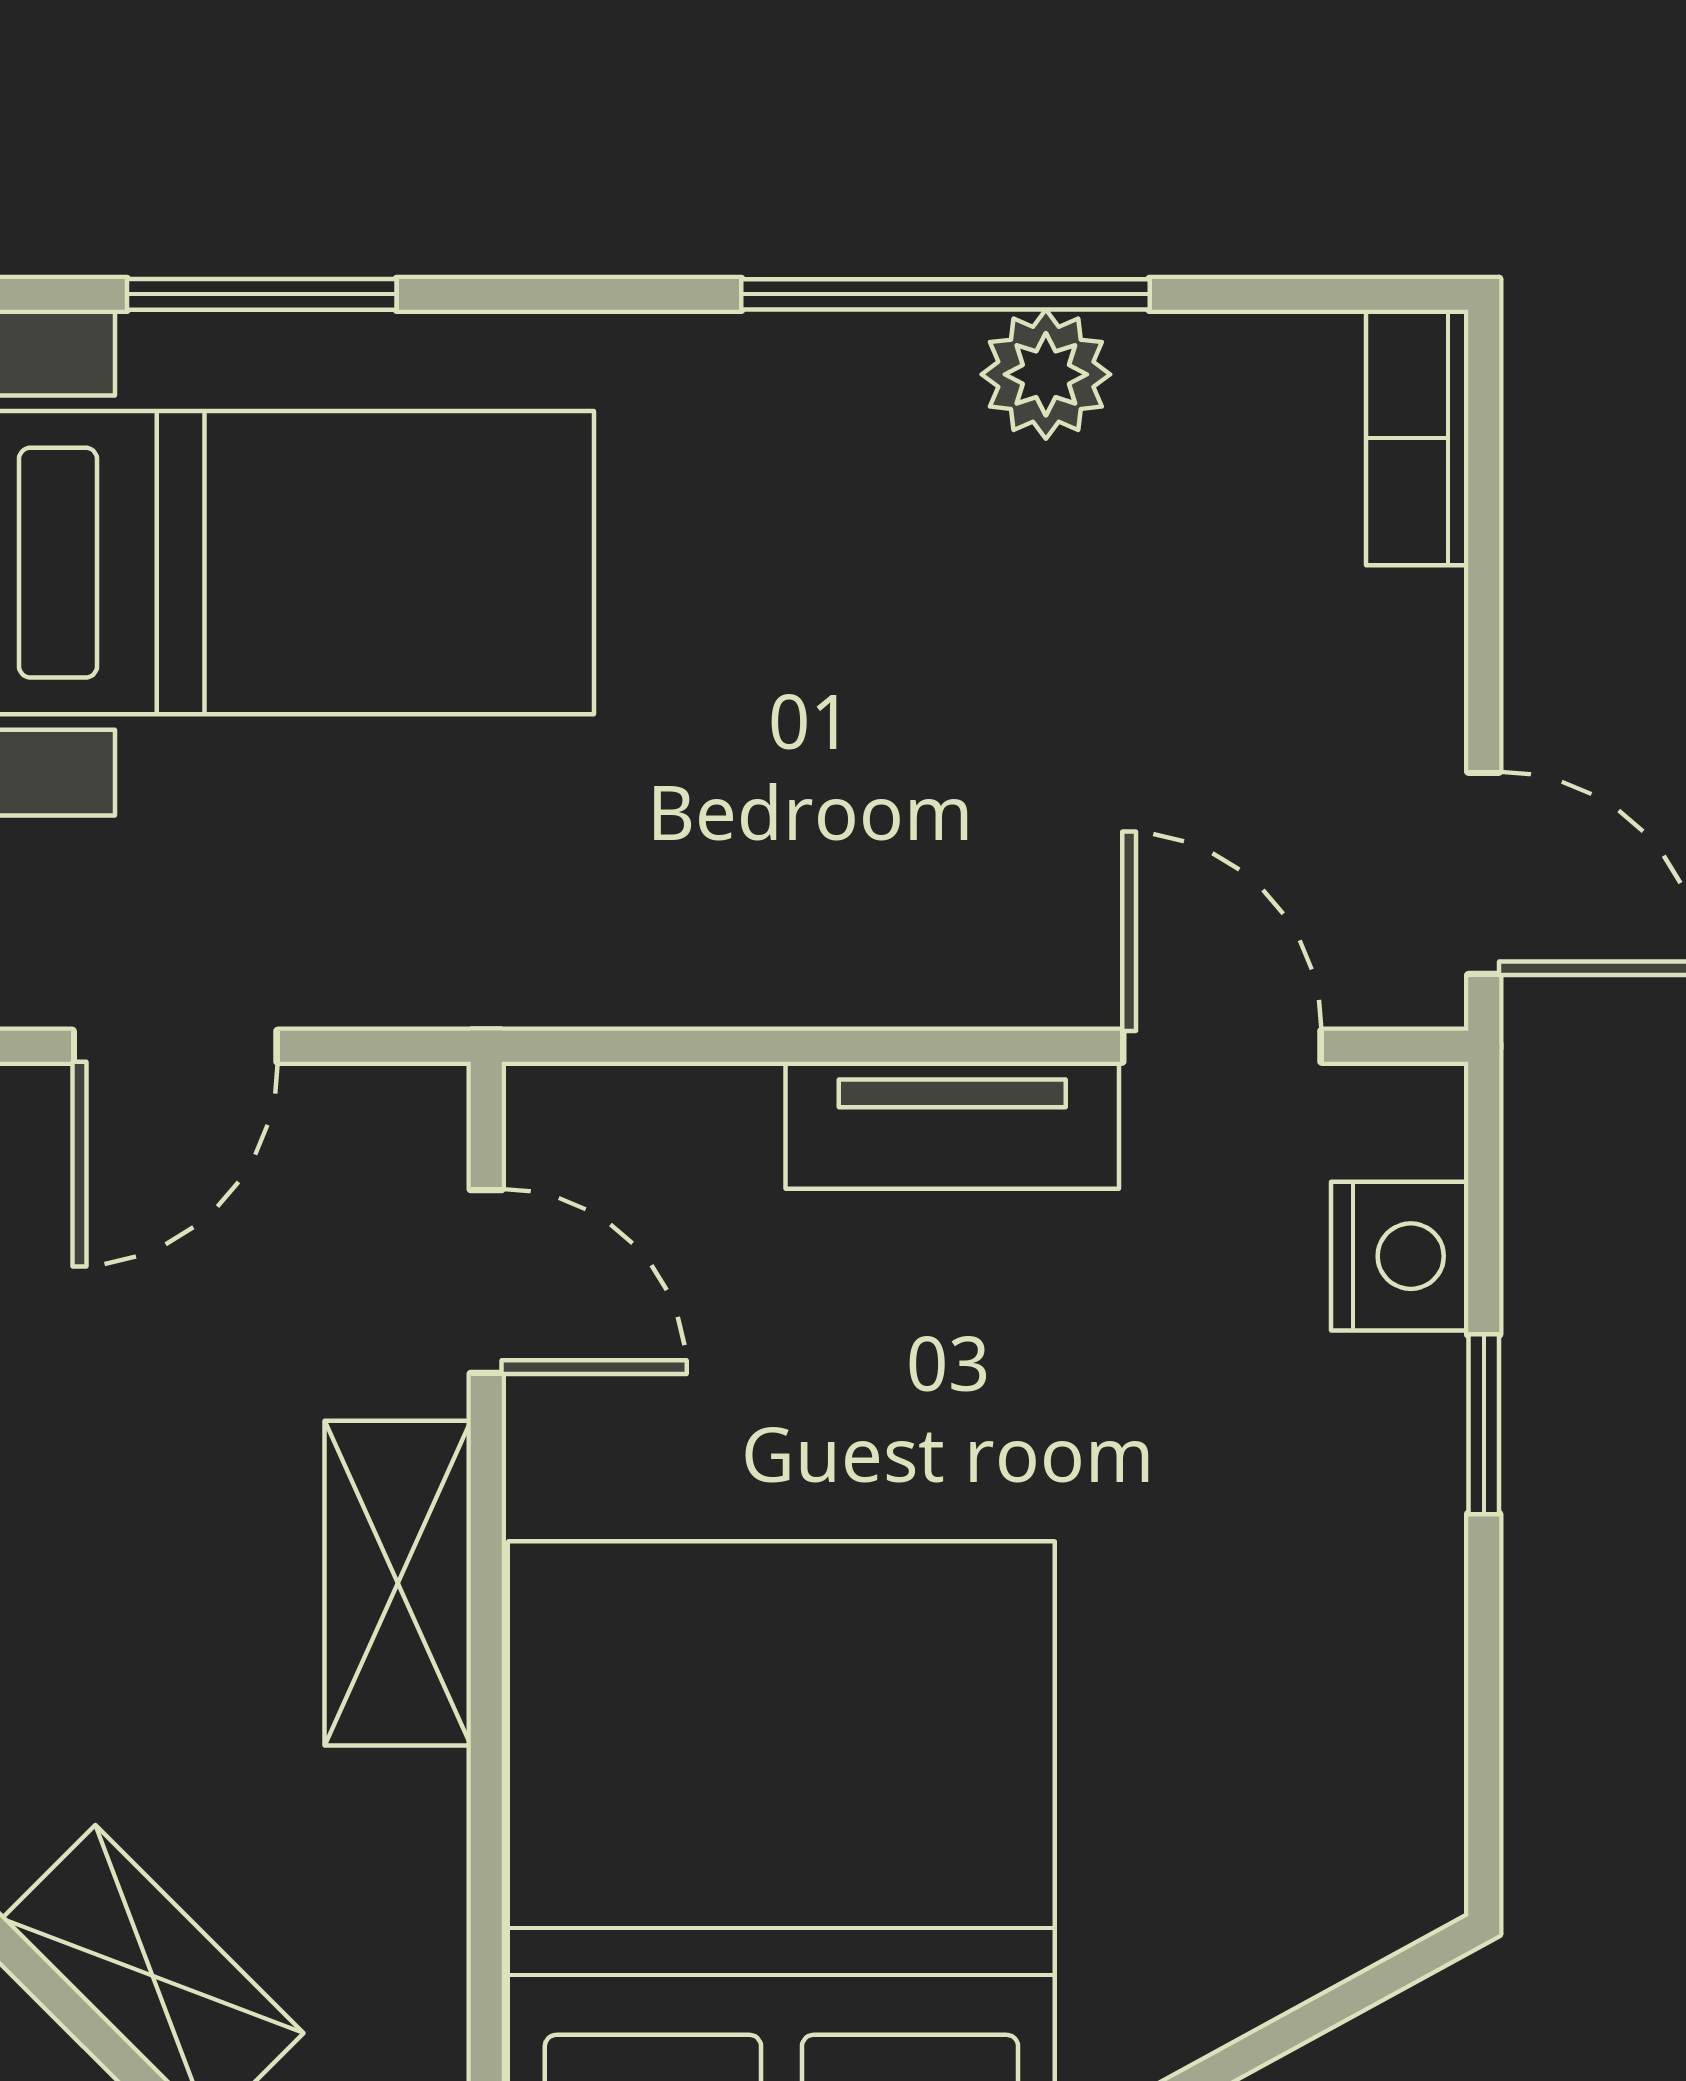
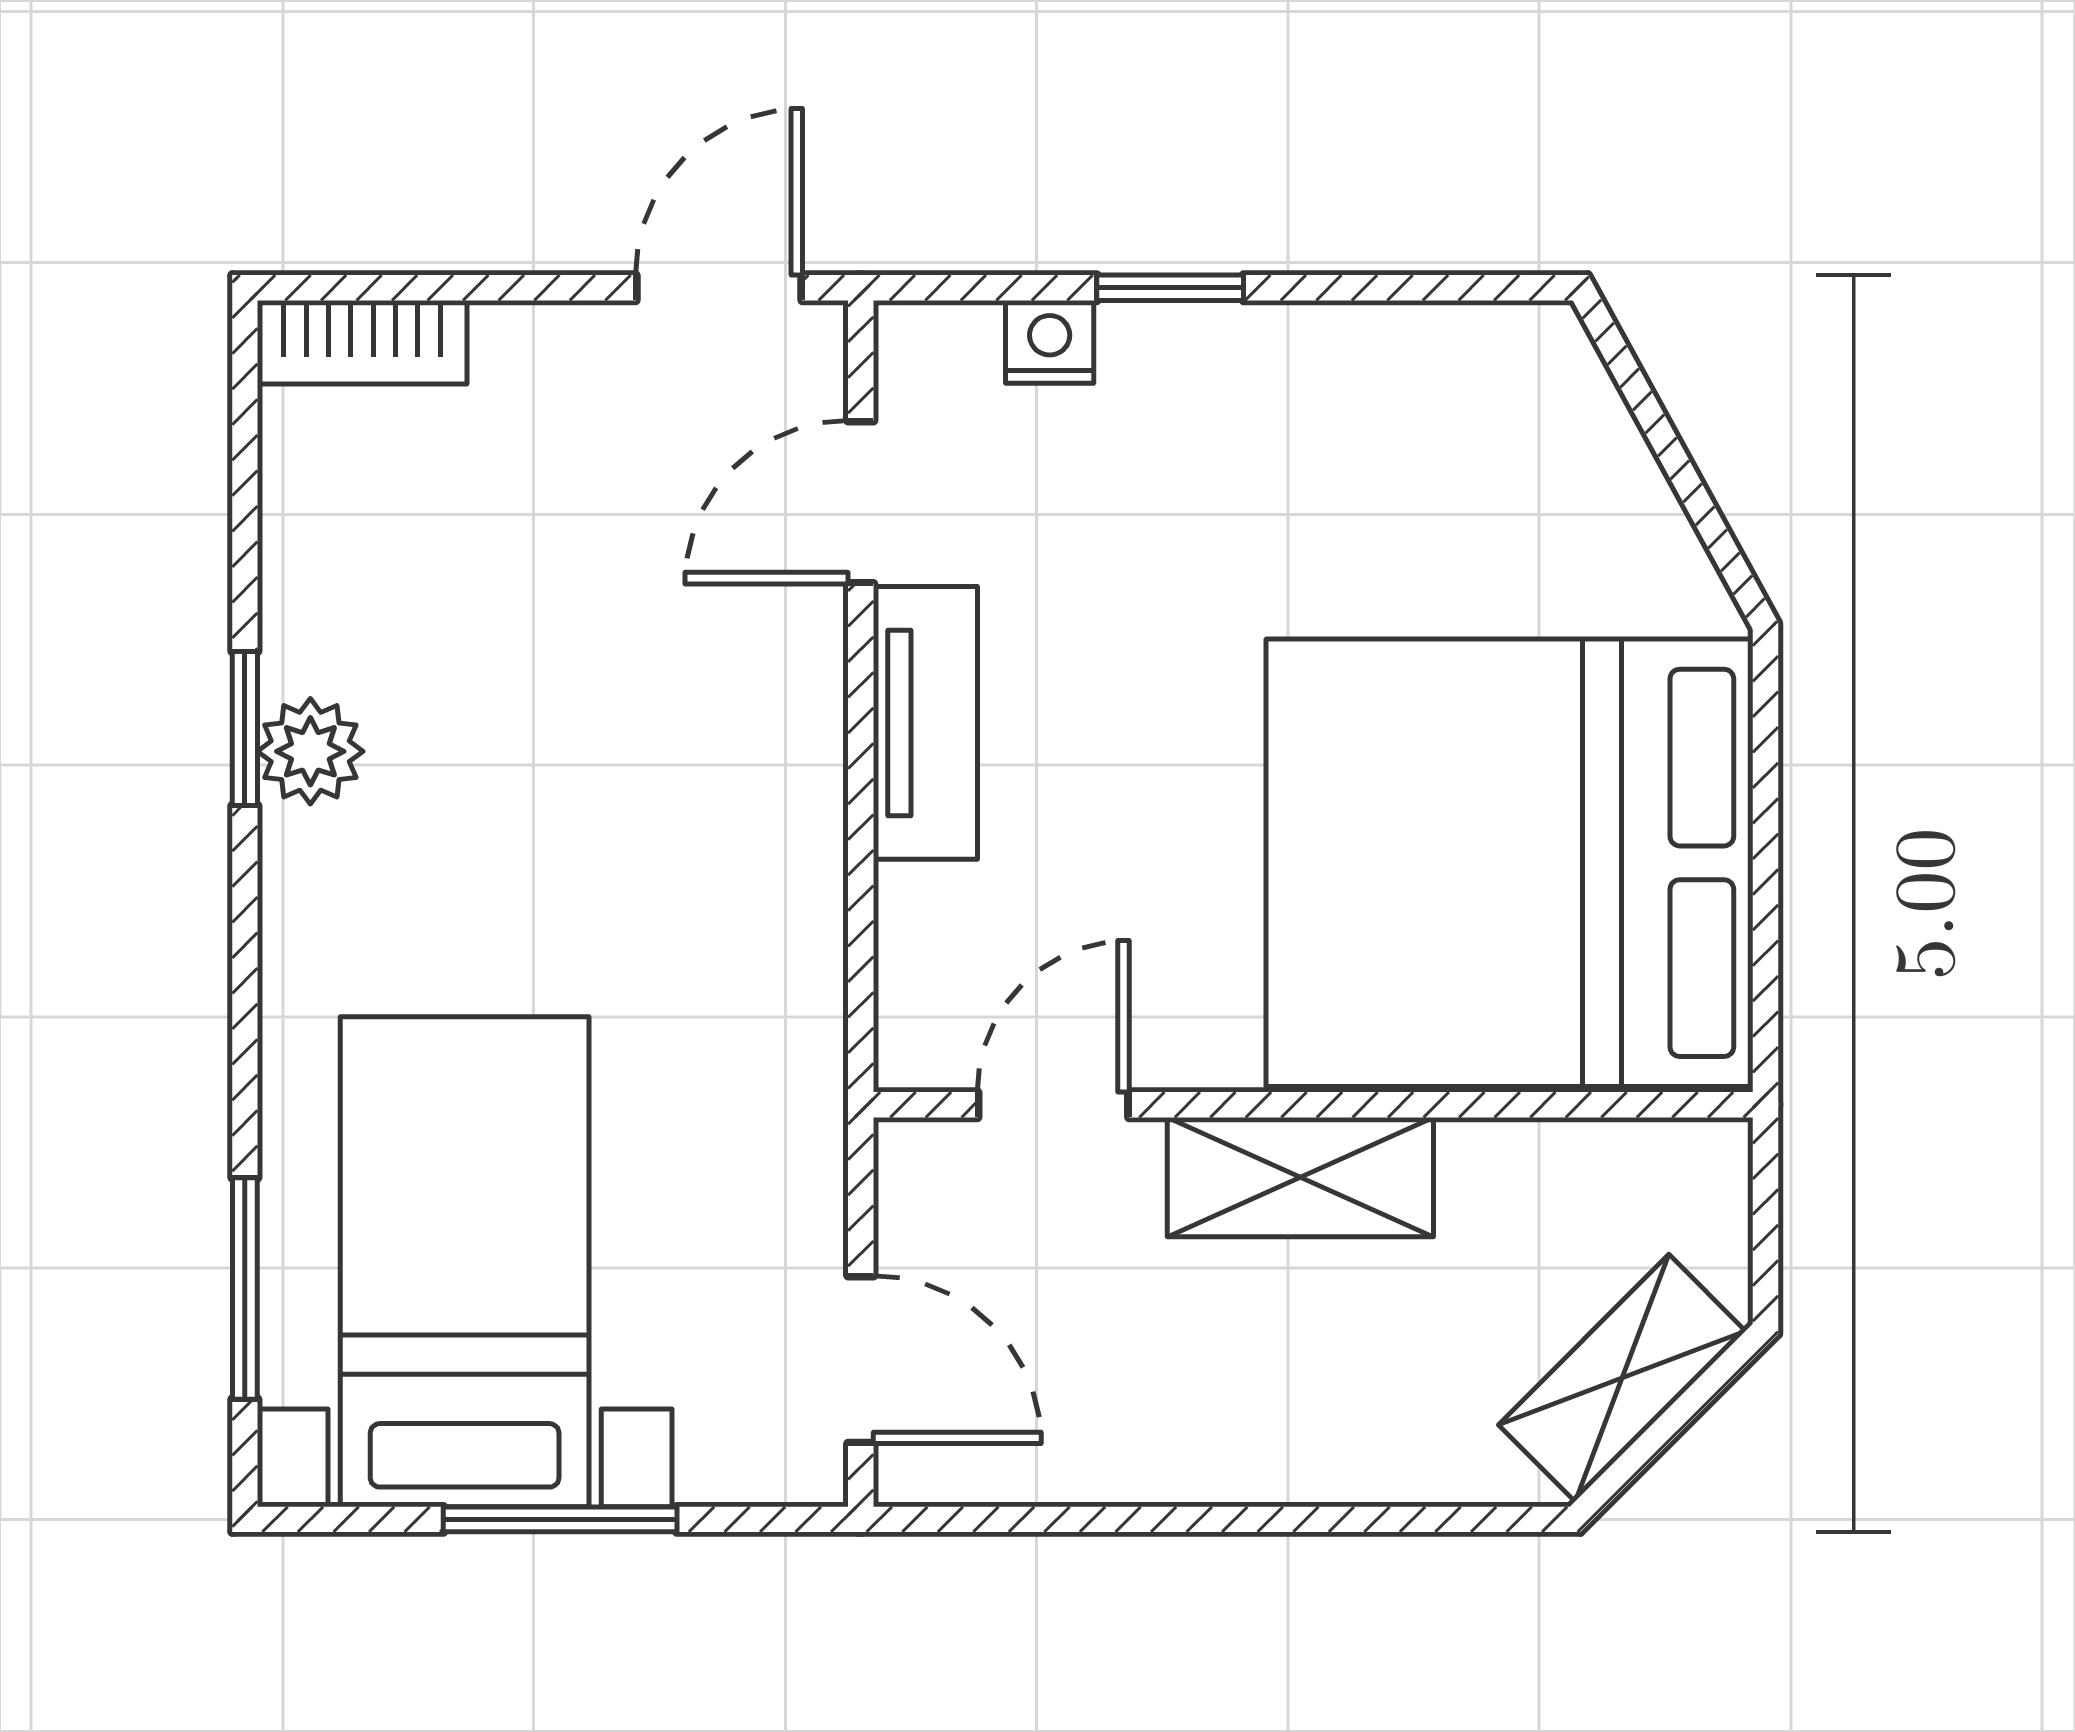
window: (945, 294) -> (245, 729), width x0.46
plant: (1046, 374) -> (310, 751), moved
nightstand: (1400, 1256) -> (1050, 342), width x0.72, depth x0.74

